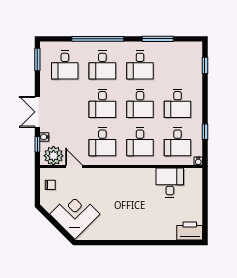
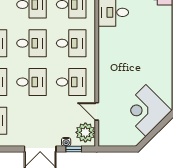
door: (74, 167) -> (97, 111), hinge flipped
chair: (50, 185) -> (116, 136), removed

